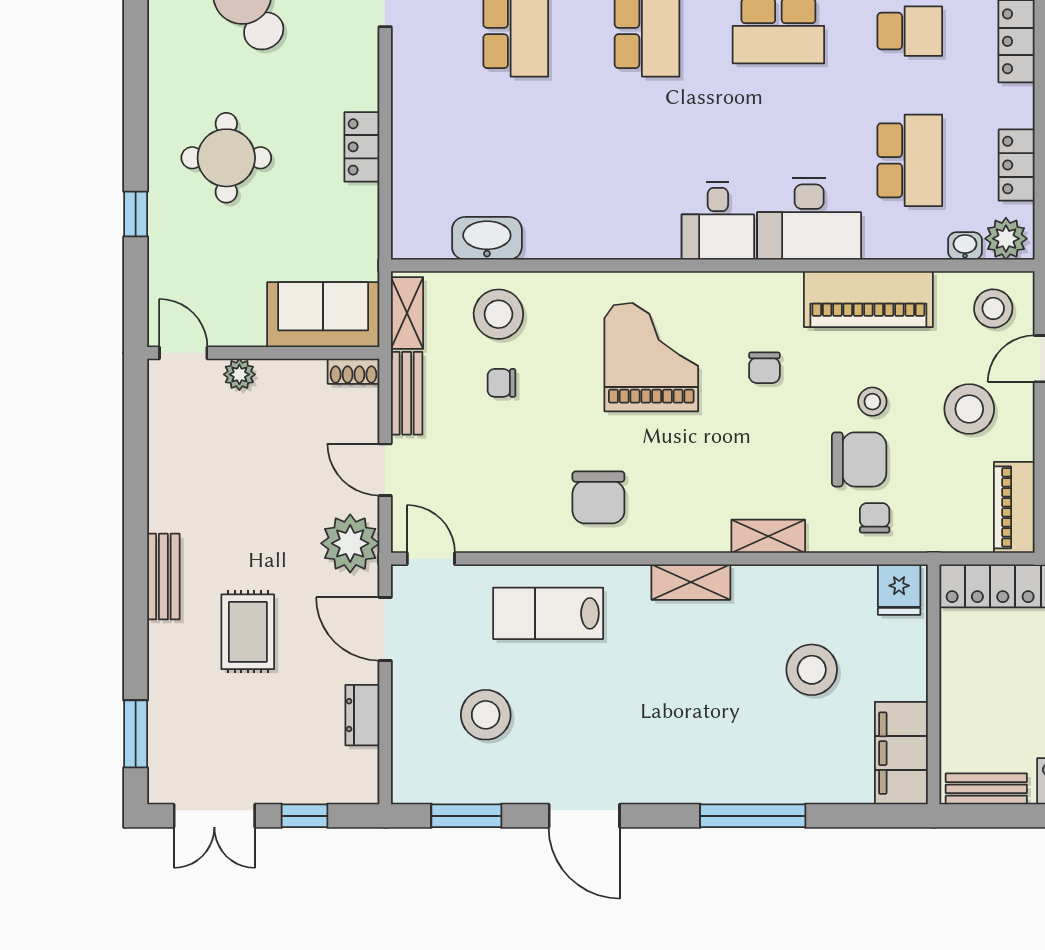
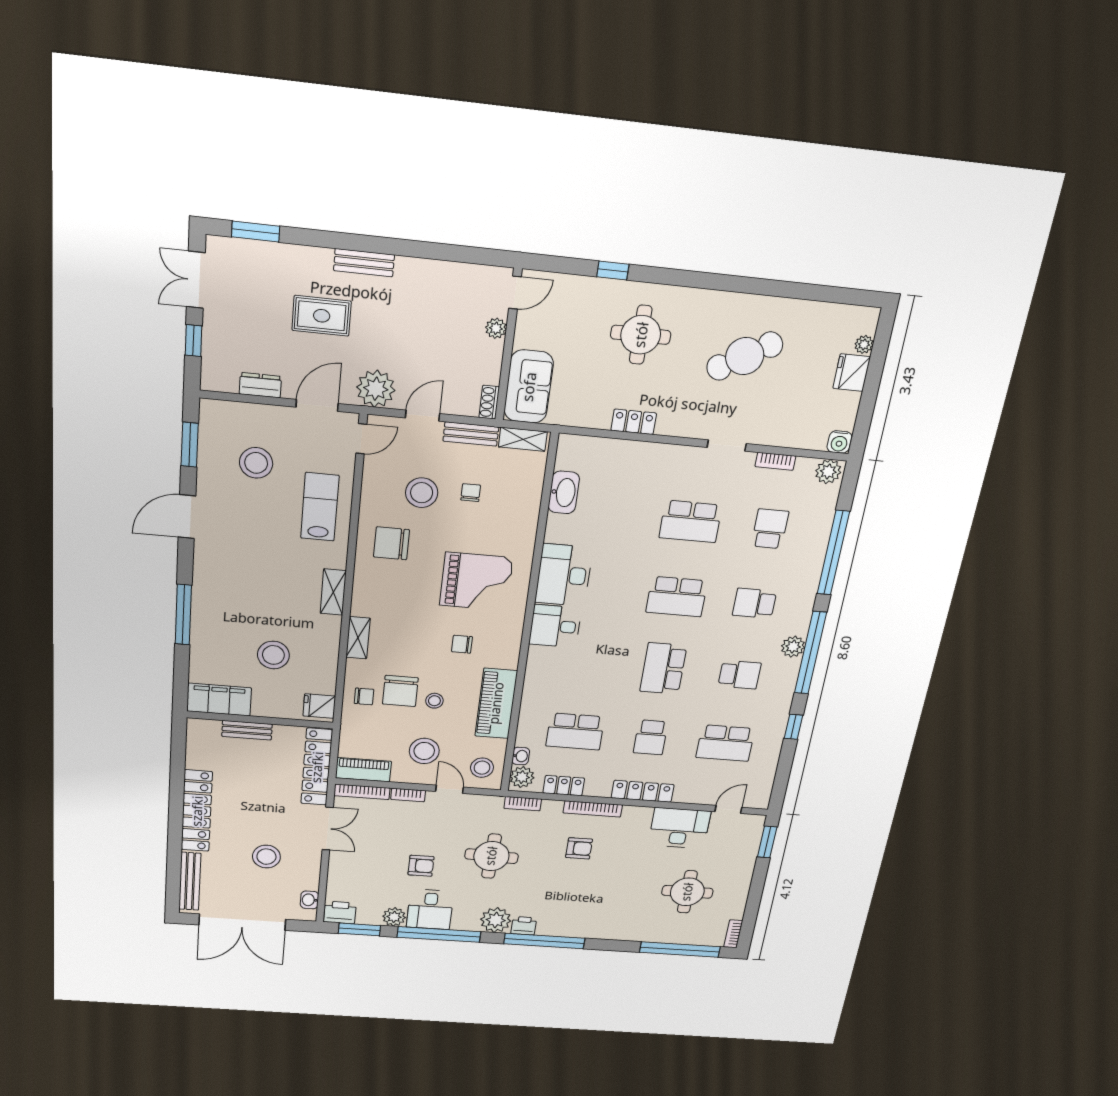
desk: (809, 219) -> (564, 575), moved
stool: (498, 314) -> (422, 493), moved
bench: (986, 789) -> (247, 730), moved, turned 90

